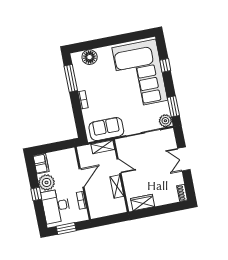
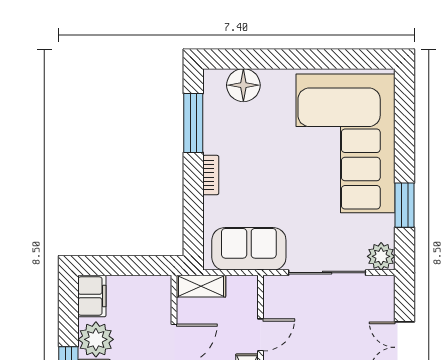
window: (165, 65) -> (405, 136), removed
window: (173, 106) -> (405, 205), moved
shelving: (103, 147) -> (201, 286), moved
door: (119, 166) -> (260, 335), hinge flipped

